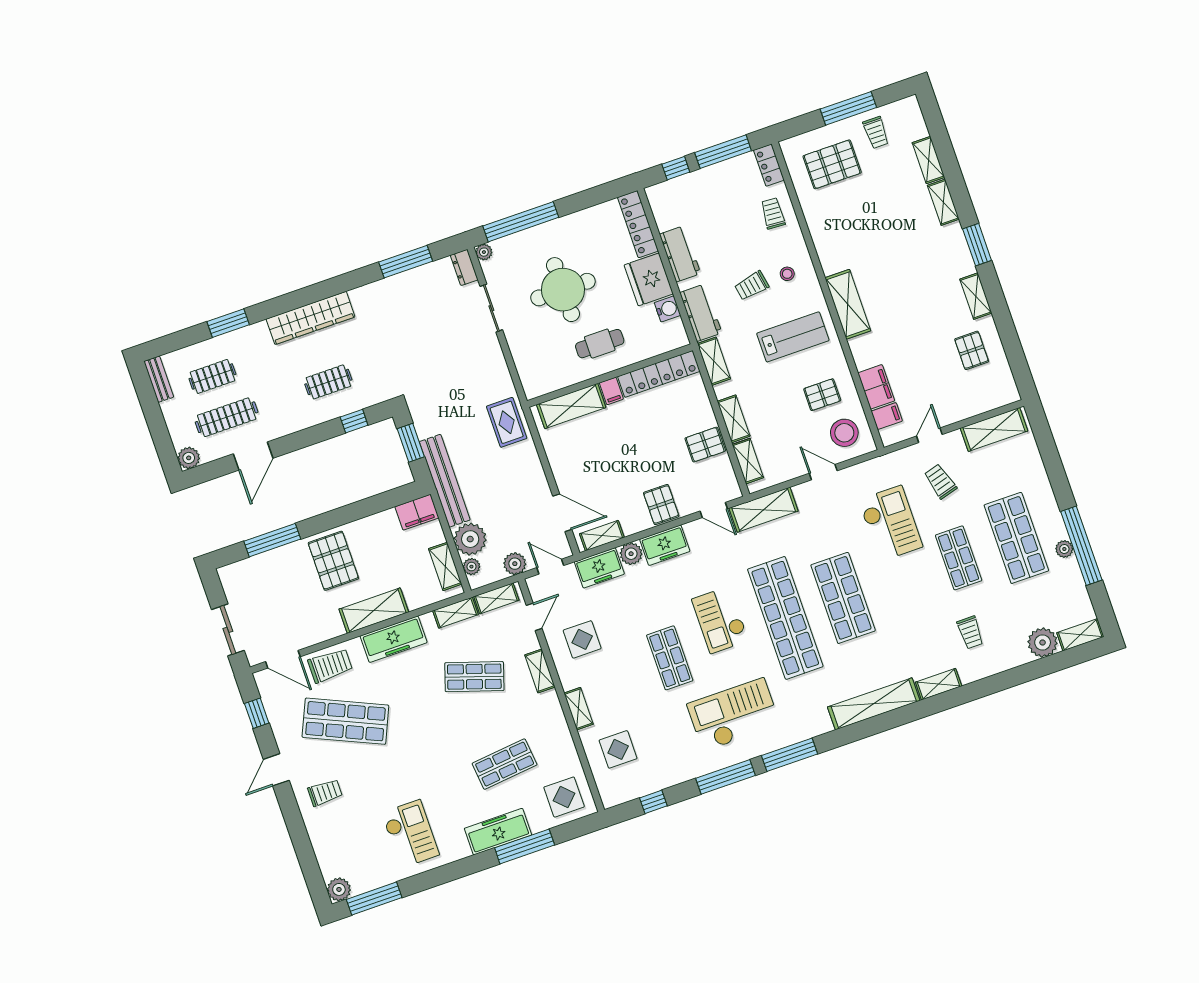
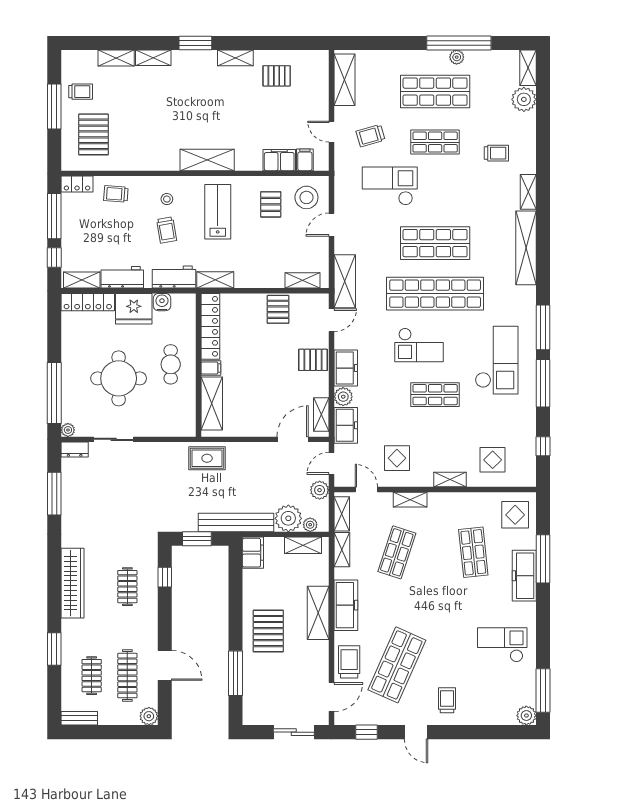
shelving: (734, 419) -> (82, 280), moved
pallet: (333, 561) -> (268, 631), turned 90
checkout: (733, 715) -> (497, 360), turned 180

